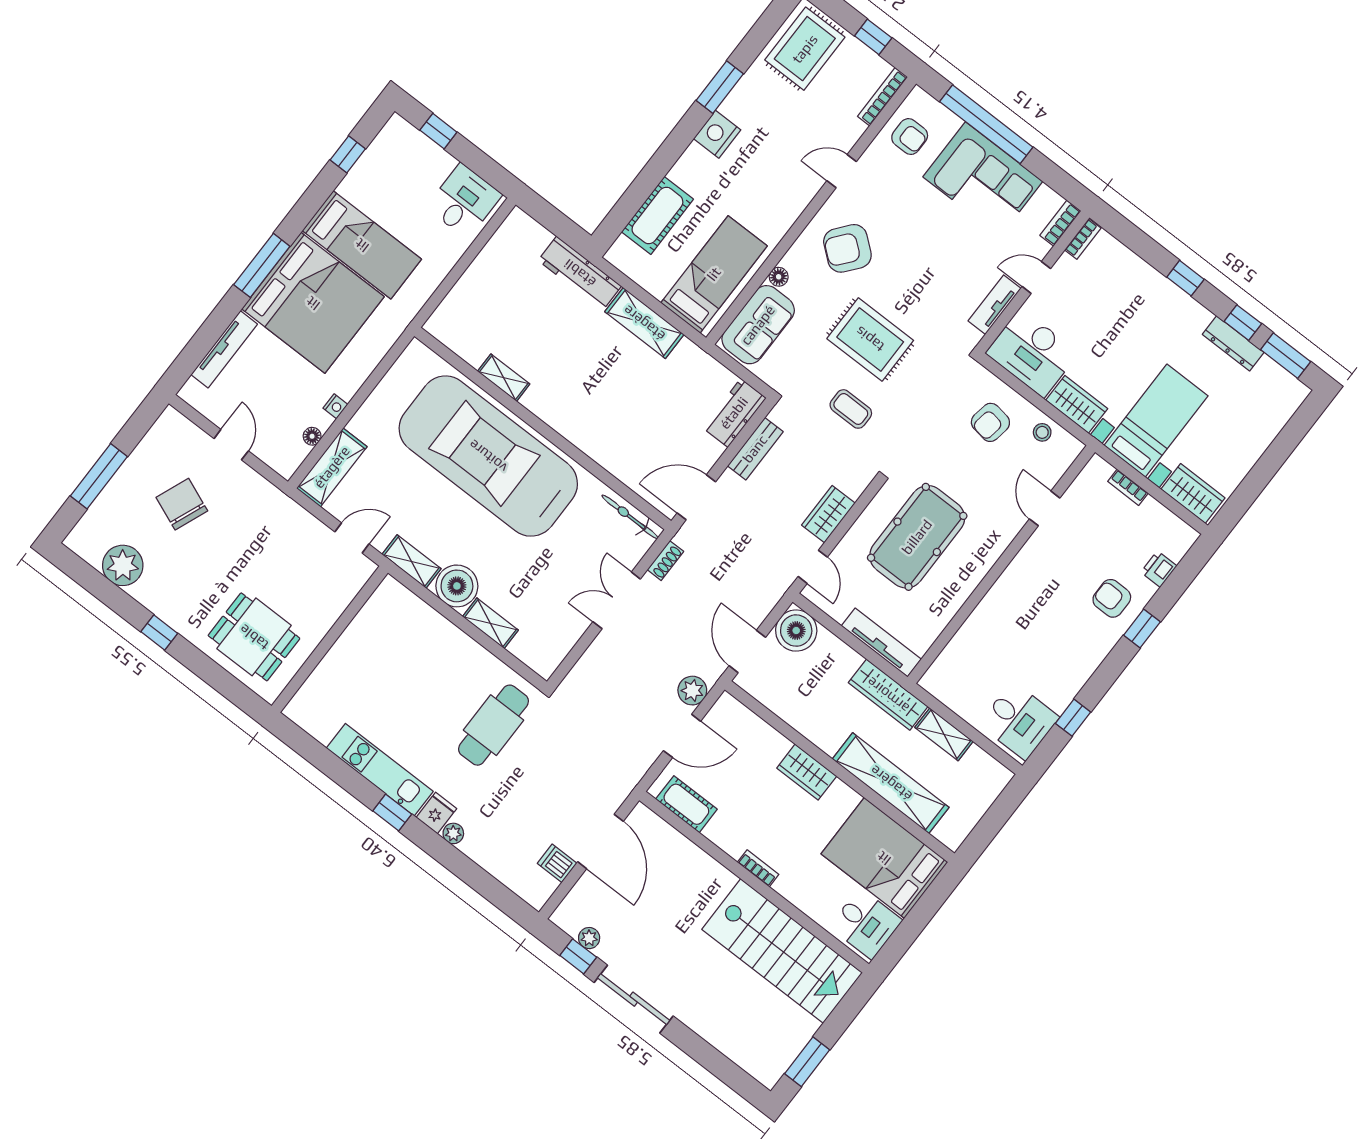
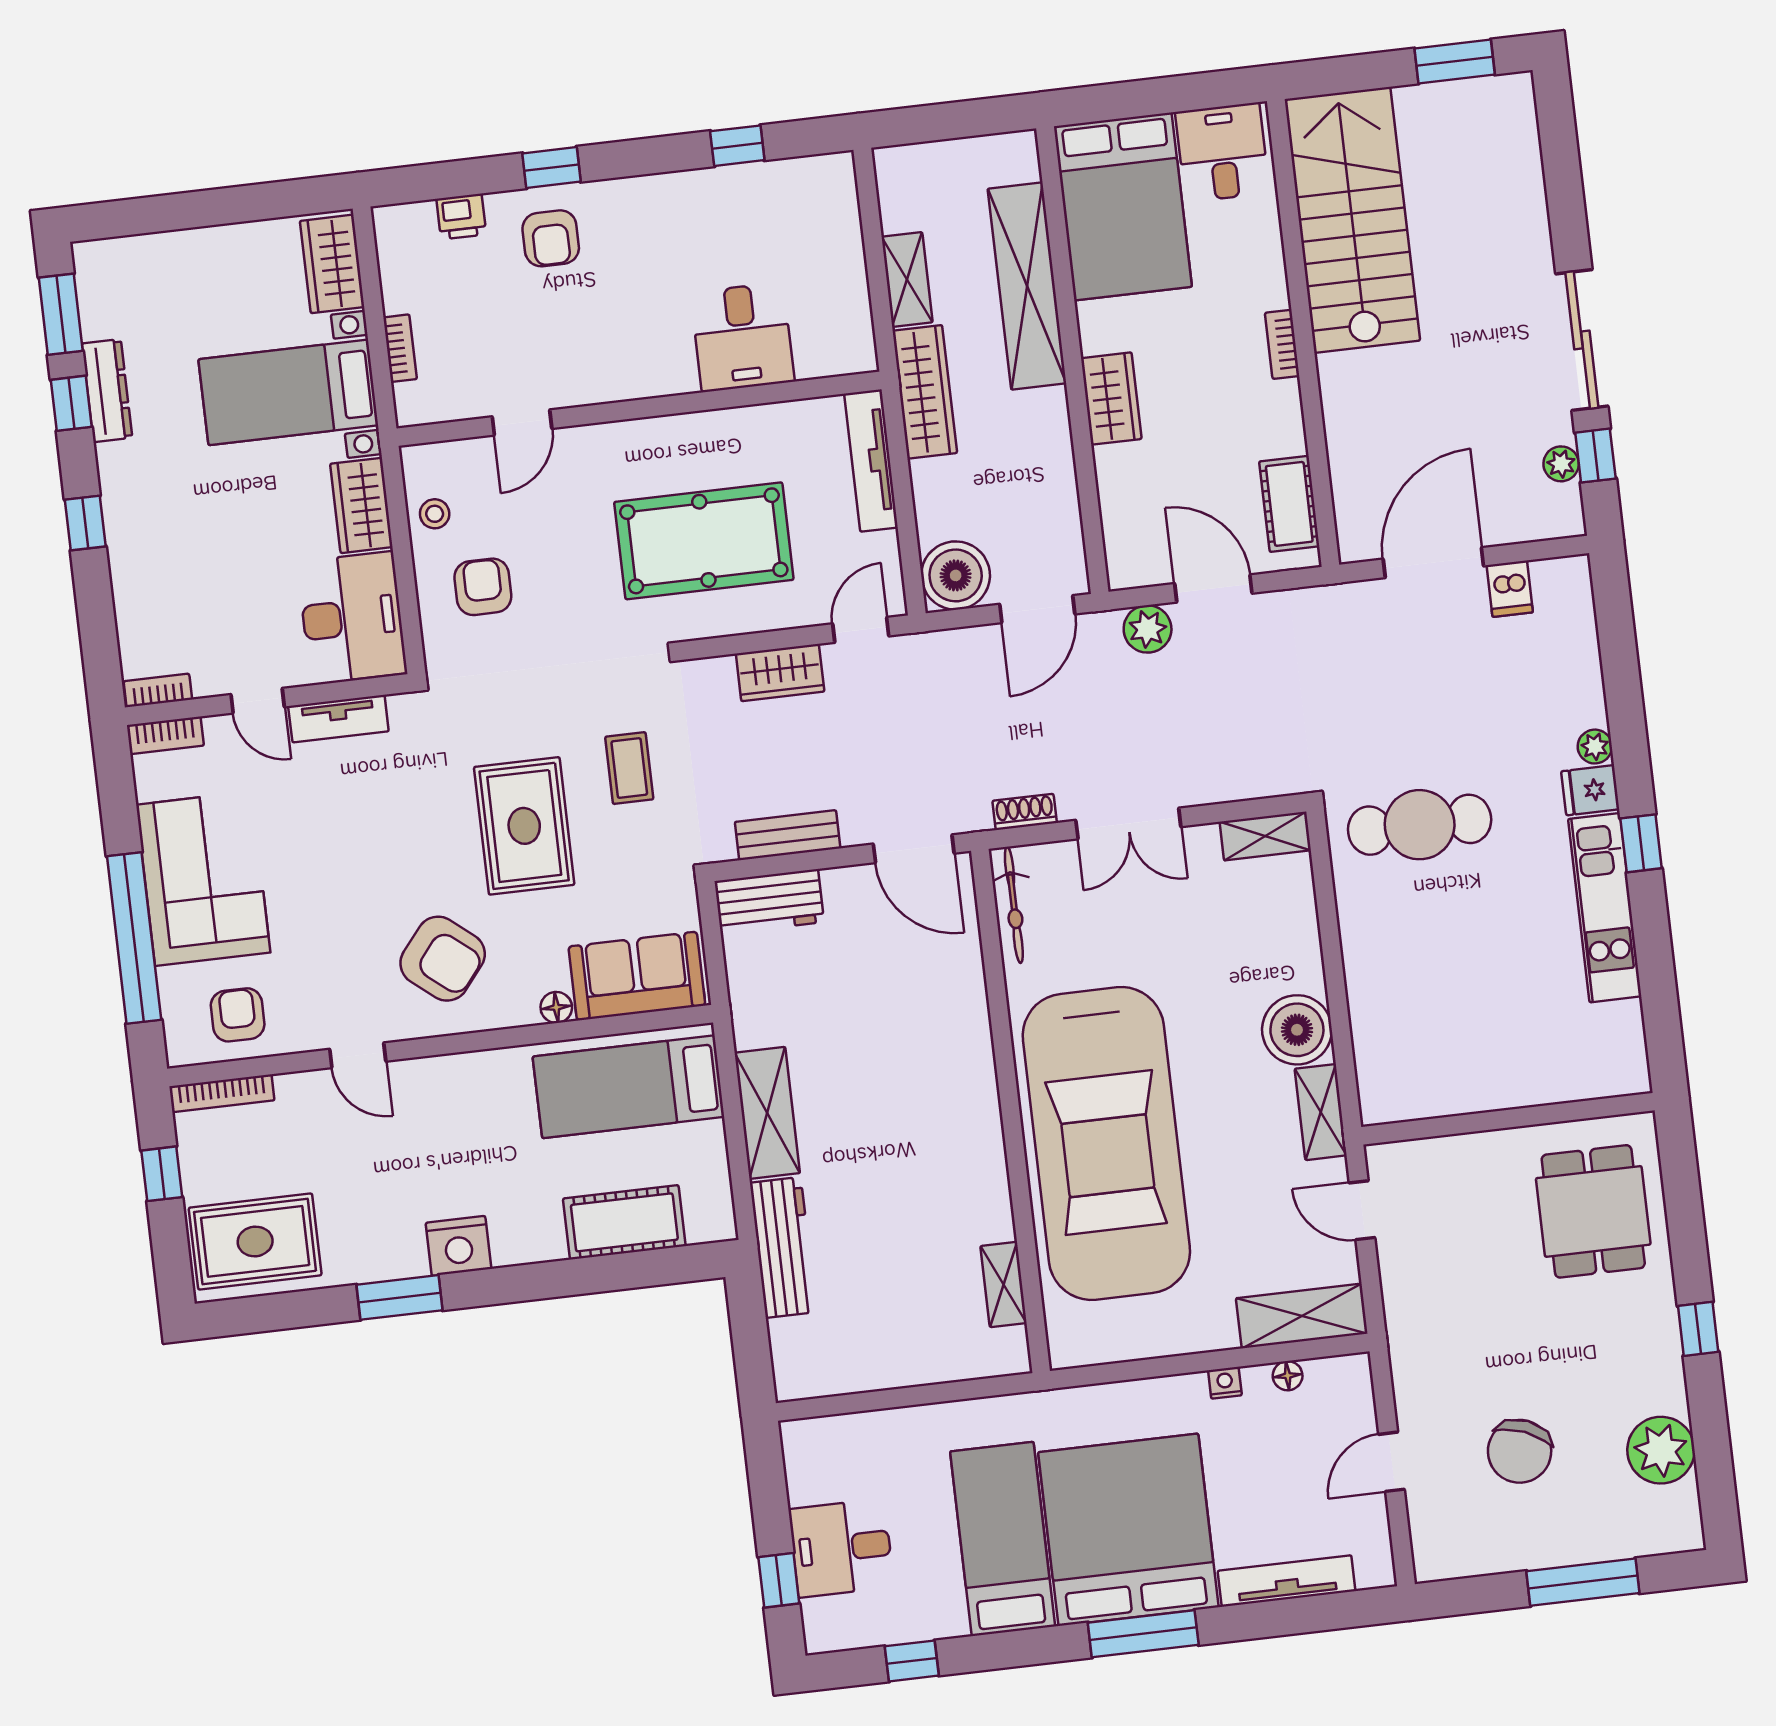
desk: (464, 201) -> (841, 1548), moved
shelving: (504, 378) -> (1004, 1284), moved
armchair: (990, 422) -> (483, 587), turned -99
shelving: (490, 623) -> (1265, 836), moved, turned 90
desk: (1019, 721) -> (743, 337), moved, turned 180

